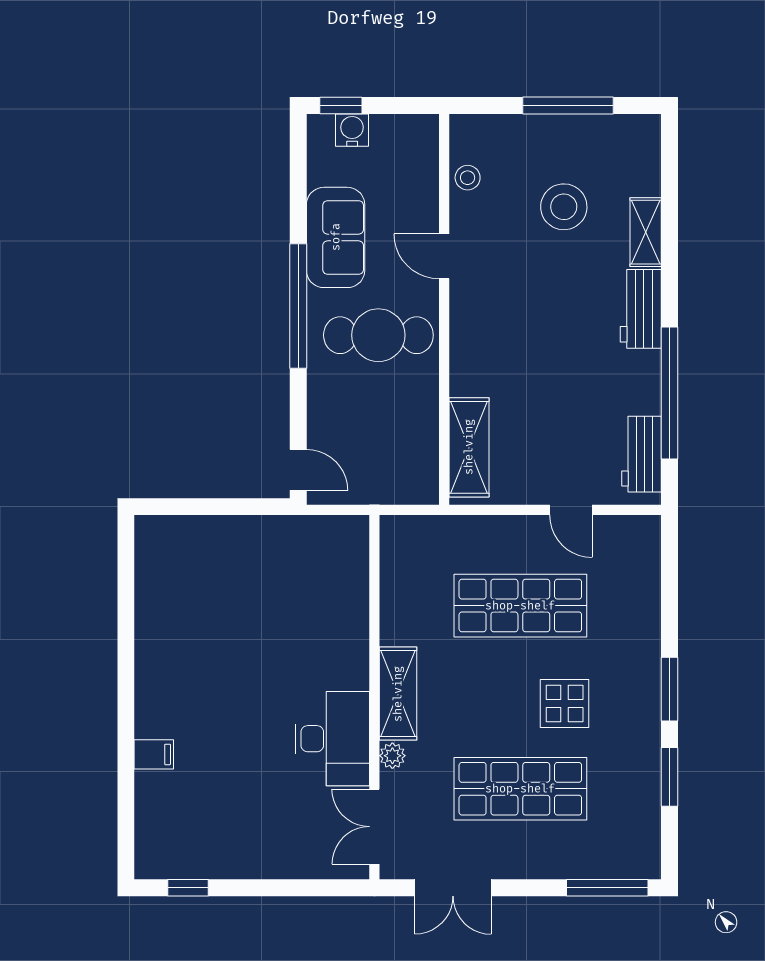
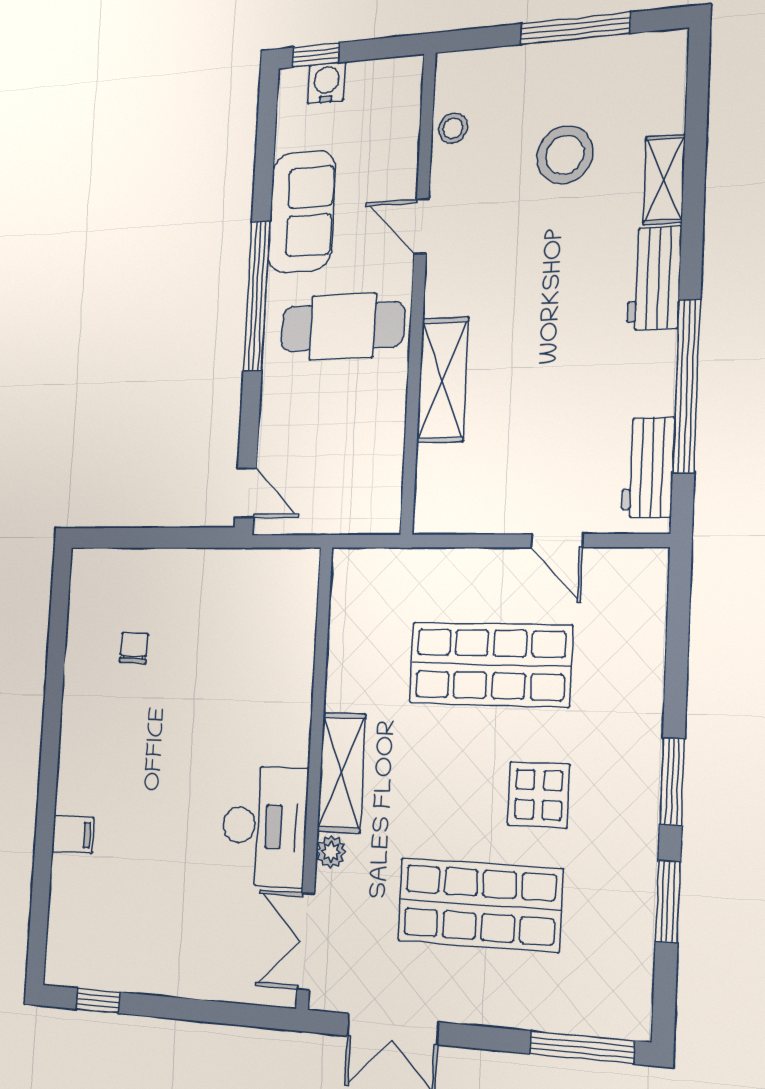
shelving: (469, 447) -> (443, 380), moved
chair: (201, 598) -> (134, 648), added

